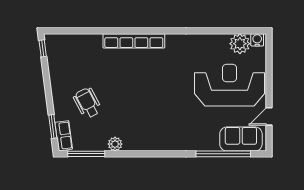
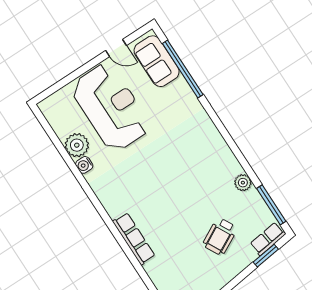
water cooler: (257, 40) -> (84, 165), moved
row of seats: (134, 41) -> (134, 239), width x0.73
plant: (240, 44) -> (77, 145), moved
reception desk: (229, 85) -> (111, 107), turned 180

